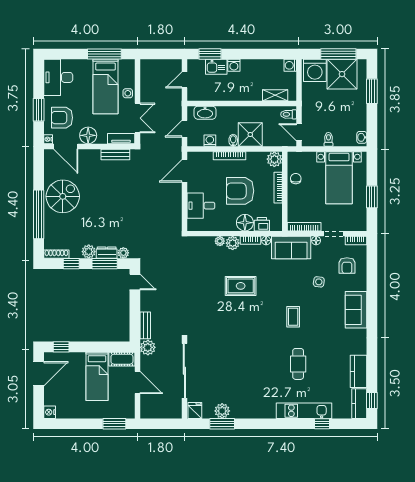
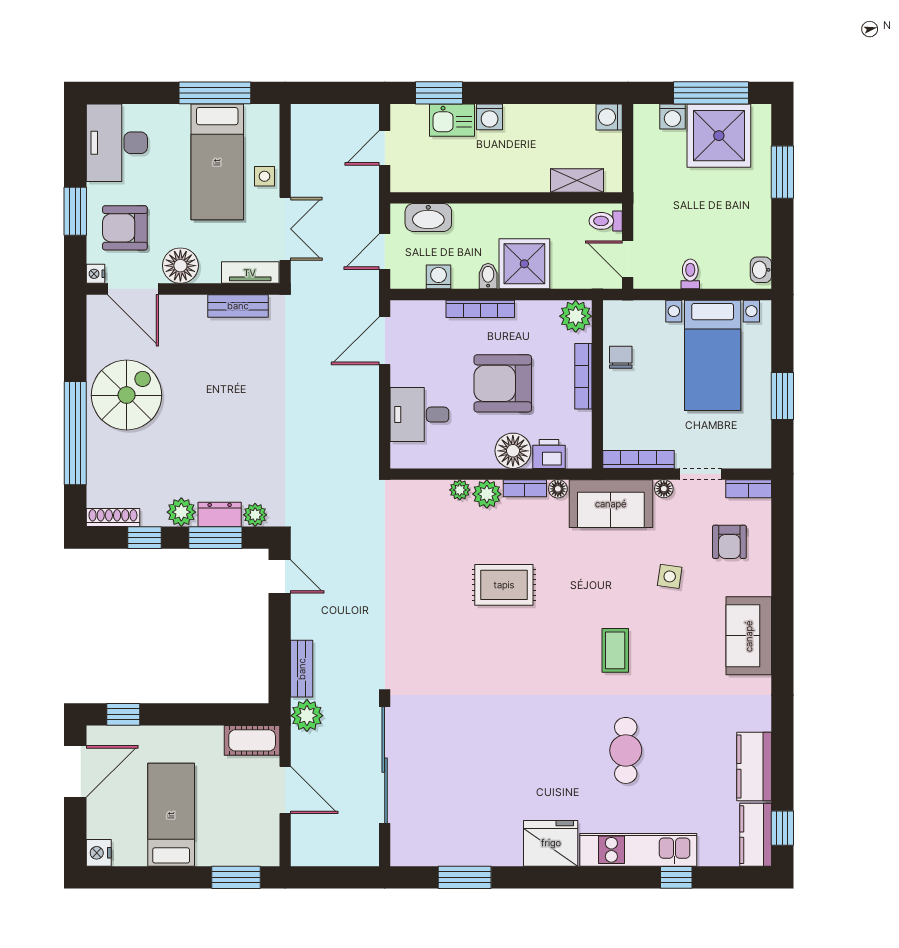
washing machine: (315, 70) -> (672, 116), width x0.53, depth x0.53
bed: (97, 376) -> (171, 815), moved, turned 180
fridge: (195, 410) -> (551, 843), moved, width x1.88, depth x1.34
plant: (222, 411) -> (465, 850), removed

